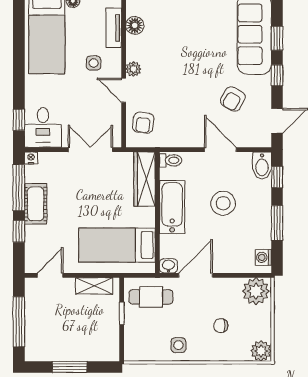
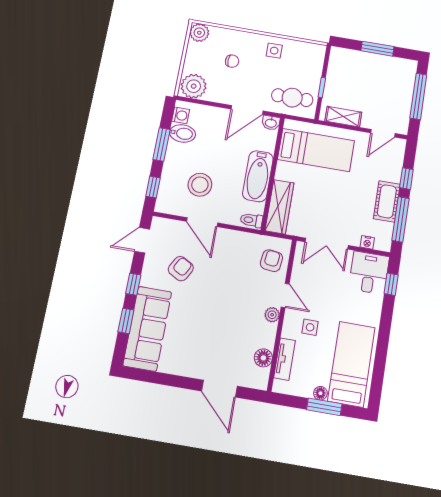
nightstand: (31, 158) -> (367, 242), moved
bidet: (262, 165) -> (182, 133), moved, turned 90
stool: (223, 203) -> (200, 185), moved

